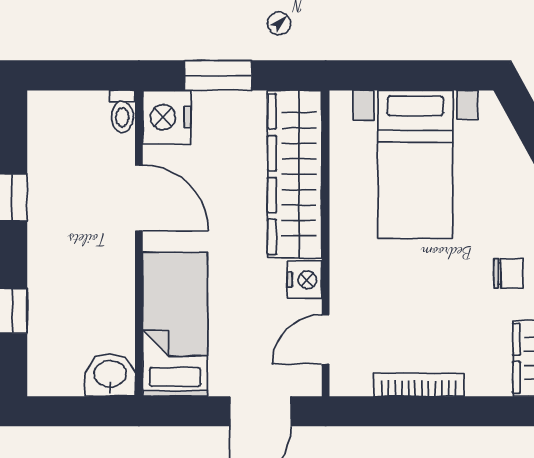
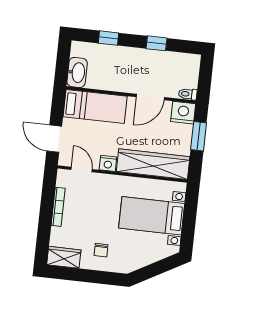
washbasin: (110, 375) -> (77, 72), width x1.38

